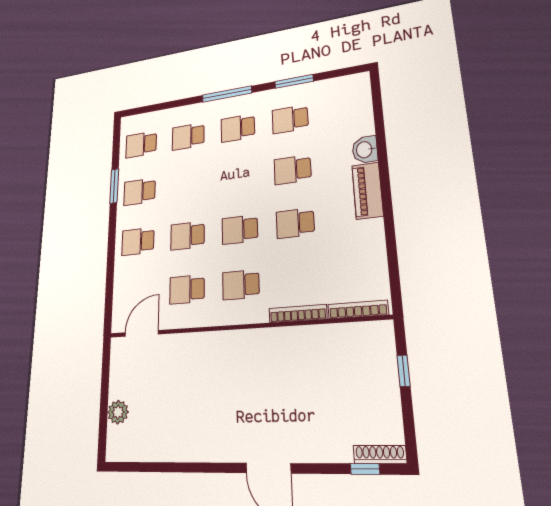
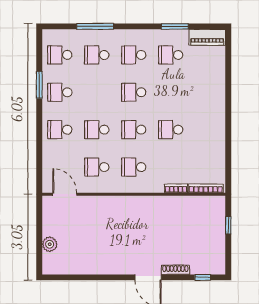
window: (227, 94) -> (95, 26), moved
washbasin: (365, 150) -> (218, 86), removed
school desk: (293, 170) -> (134, 92), moved
piano: (367, 191) -> (207, 37), moved, turned -90
bookcase: (298, 314) -> (176, 188), width x0.64
door: (142, 333) -> (65, 194), hinge flipped
shoe rack: (380, 454) -> (175, 270), moved

